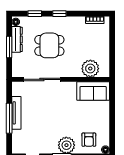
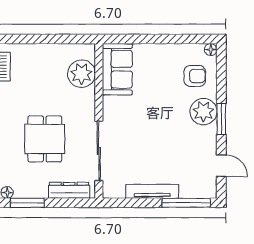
dresser: (17, 39) -> (69, 190), moved
window: (9, 47) -> (27, 203), moved
window: (9, 118) -> (186, 203), moved

